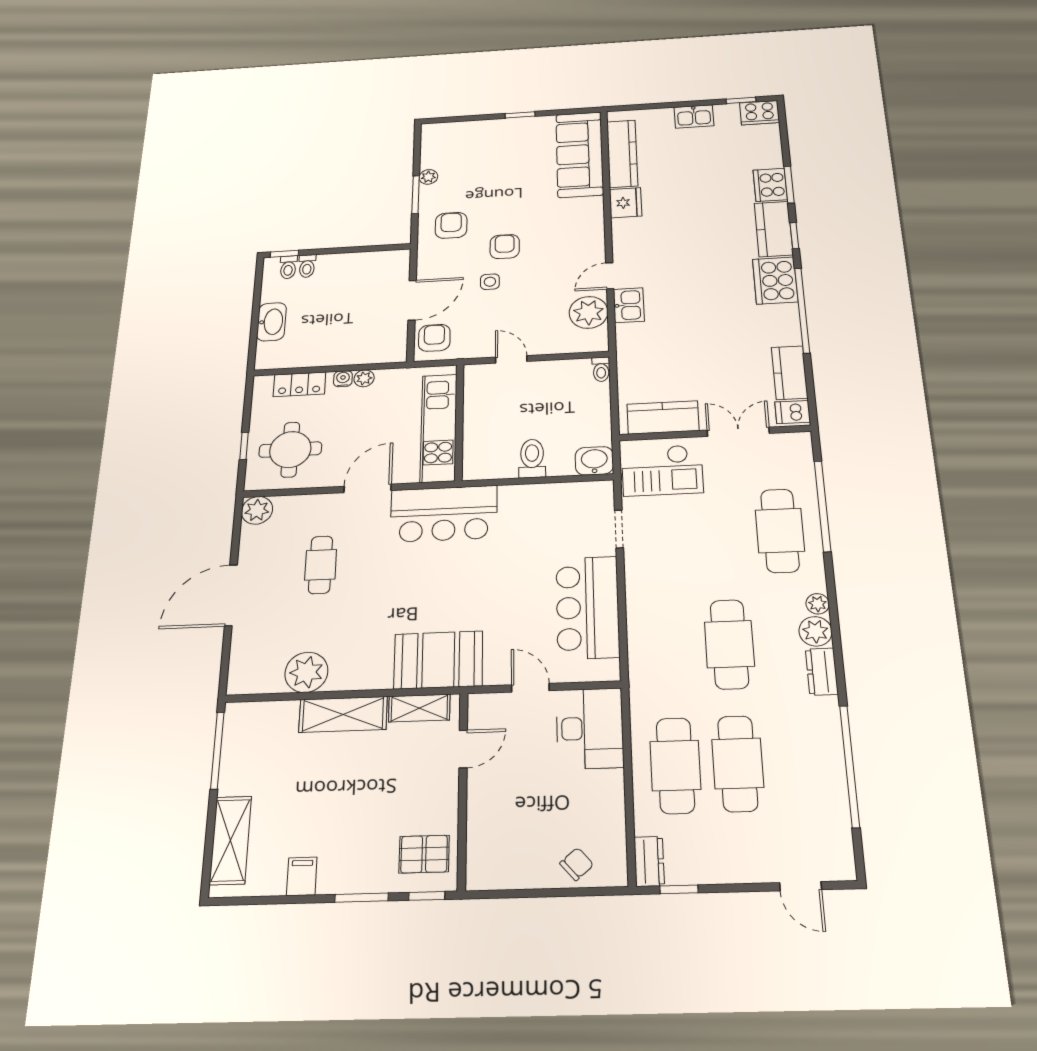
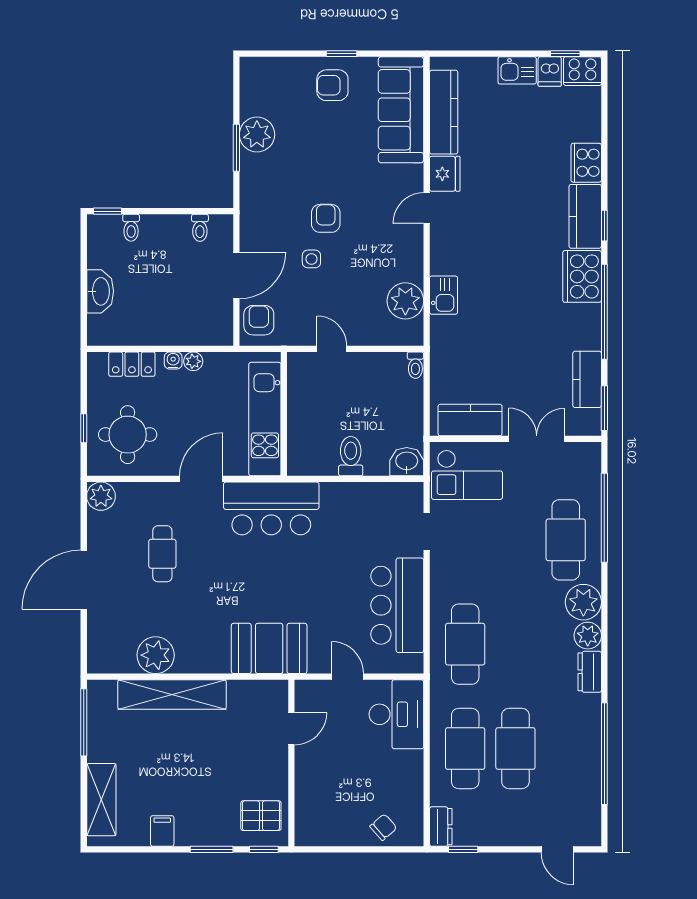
plant: (428, 177) -> (257, 135), width x1.87, depth x1.87
window: (789, 185) -> (604, 408), moved
armchair: (451, 225) -> (332, 85), moved, turned -90
toilet: (288, 267) -> (200, 228), moved
door: (610, 276) -> (427, 208), moved
dishwasher: (793, 412) -> (550, 71), moved, turned -90
plant: (818, 604) -> (583, 602), width x1.88, depth x1.88
cafe table: (729, 644) -> (465, 644), moved
shelving: (419, 708) -> (254, 691), removed
shelving: (343, 714) -> (172, 694), width x1.47

